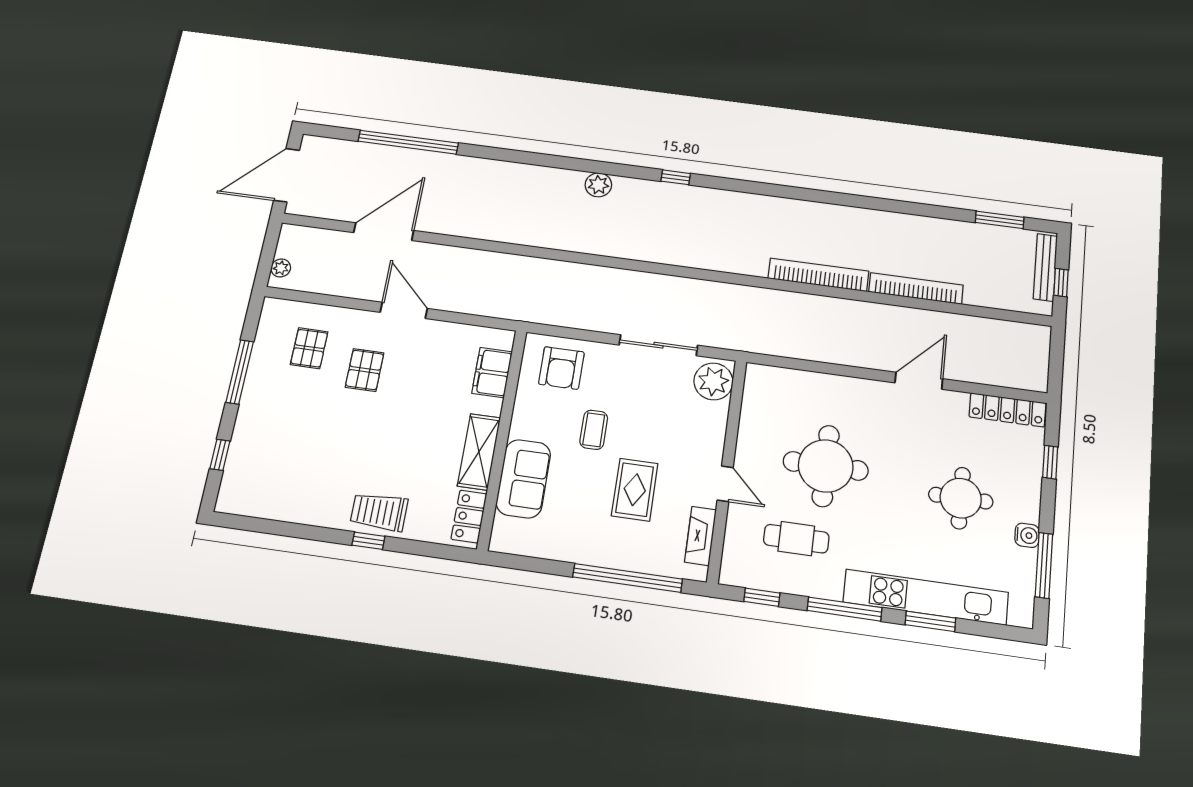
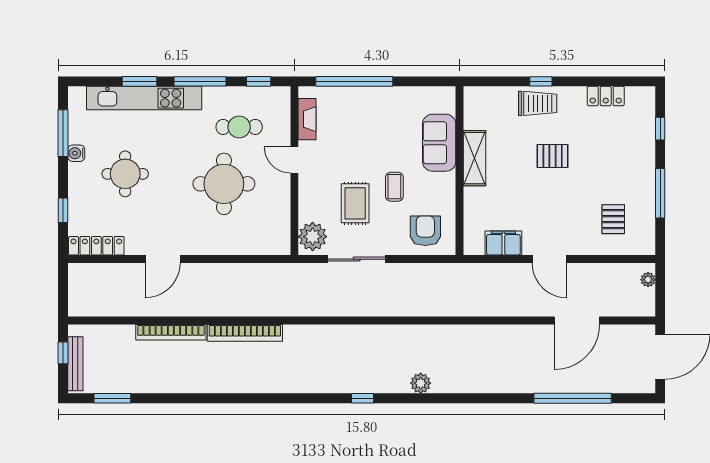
pallet: (365, 370) -> (553, 156), moved, turned 90
filing cabinet: (492, 373) -> (503, 243), moved, turned -90
rug: (635, 490) -> (355, 203), moved
locker: (469, 517) -> (606, 96), moved, turned 90

